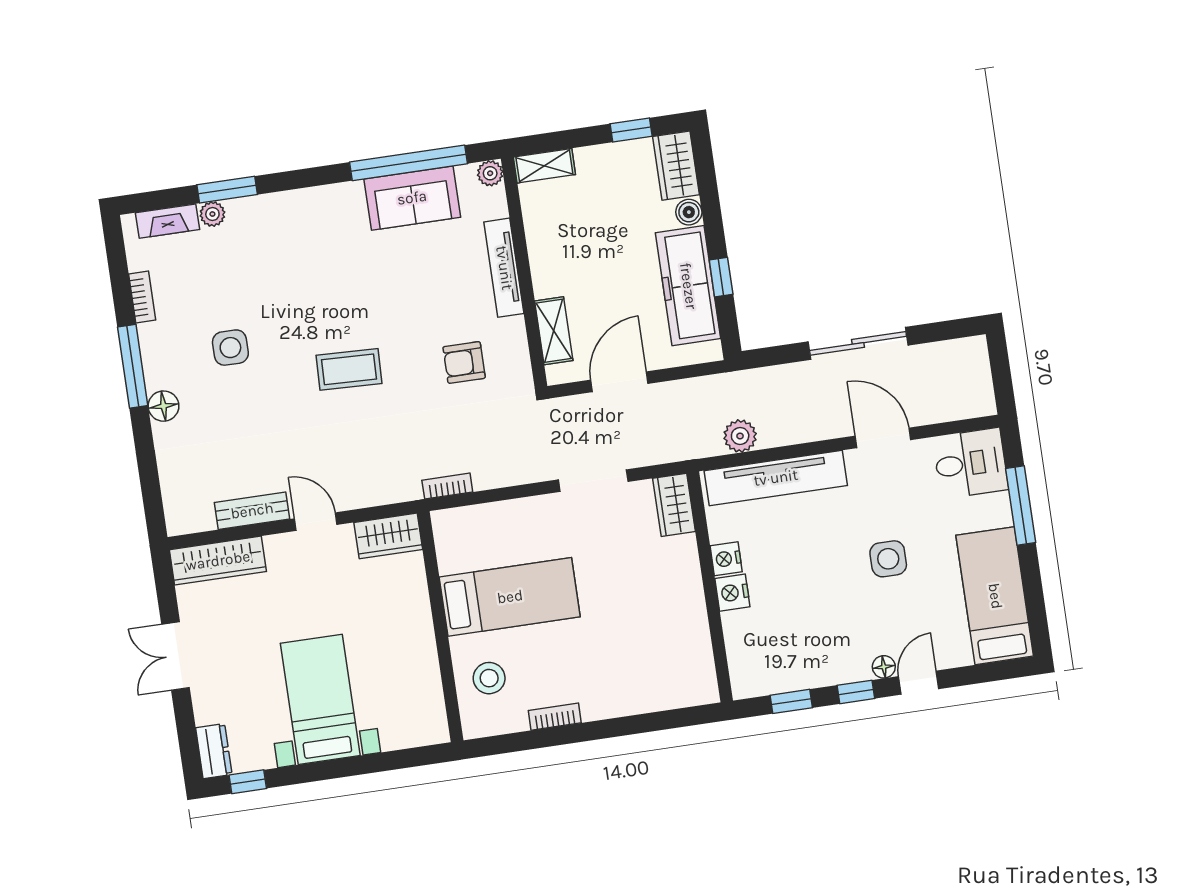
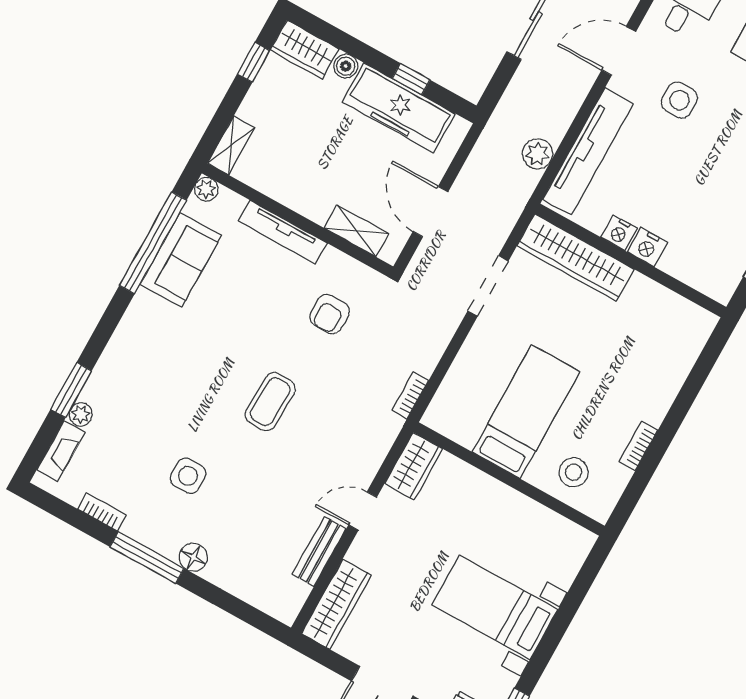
wardrobe: (674, 505) -> (576, 258), width x2.10, depth x1.17
side table: (888, 559) -> (679, 100), moved

